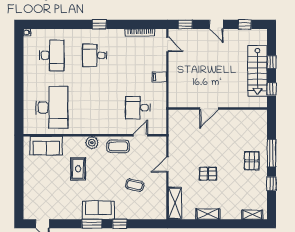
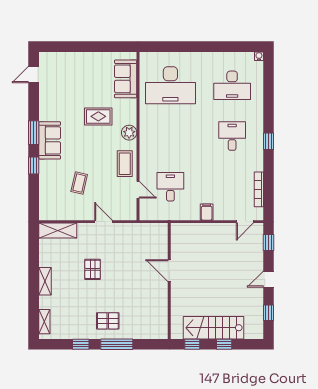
shelving: (208, 214) -> (45, 281), moved

